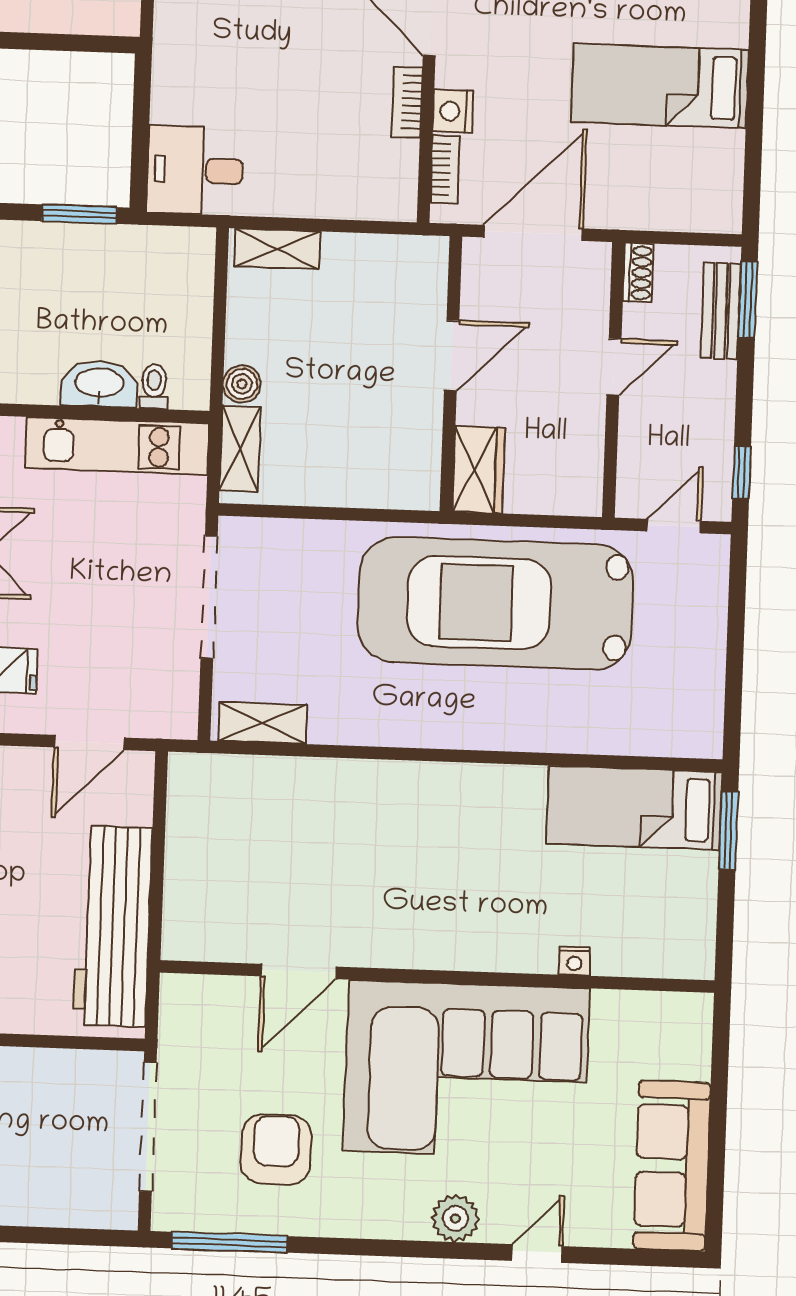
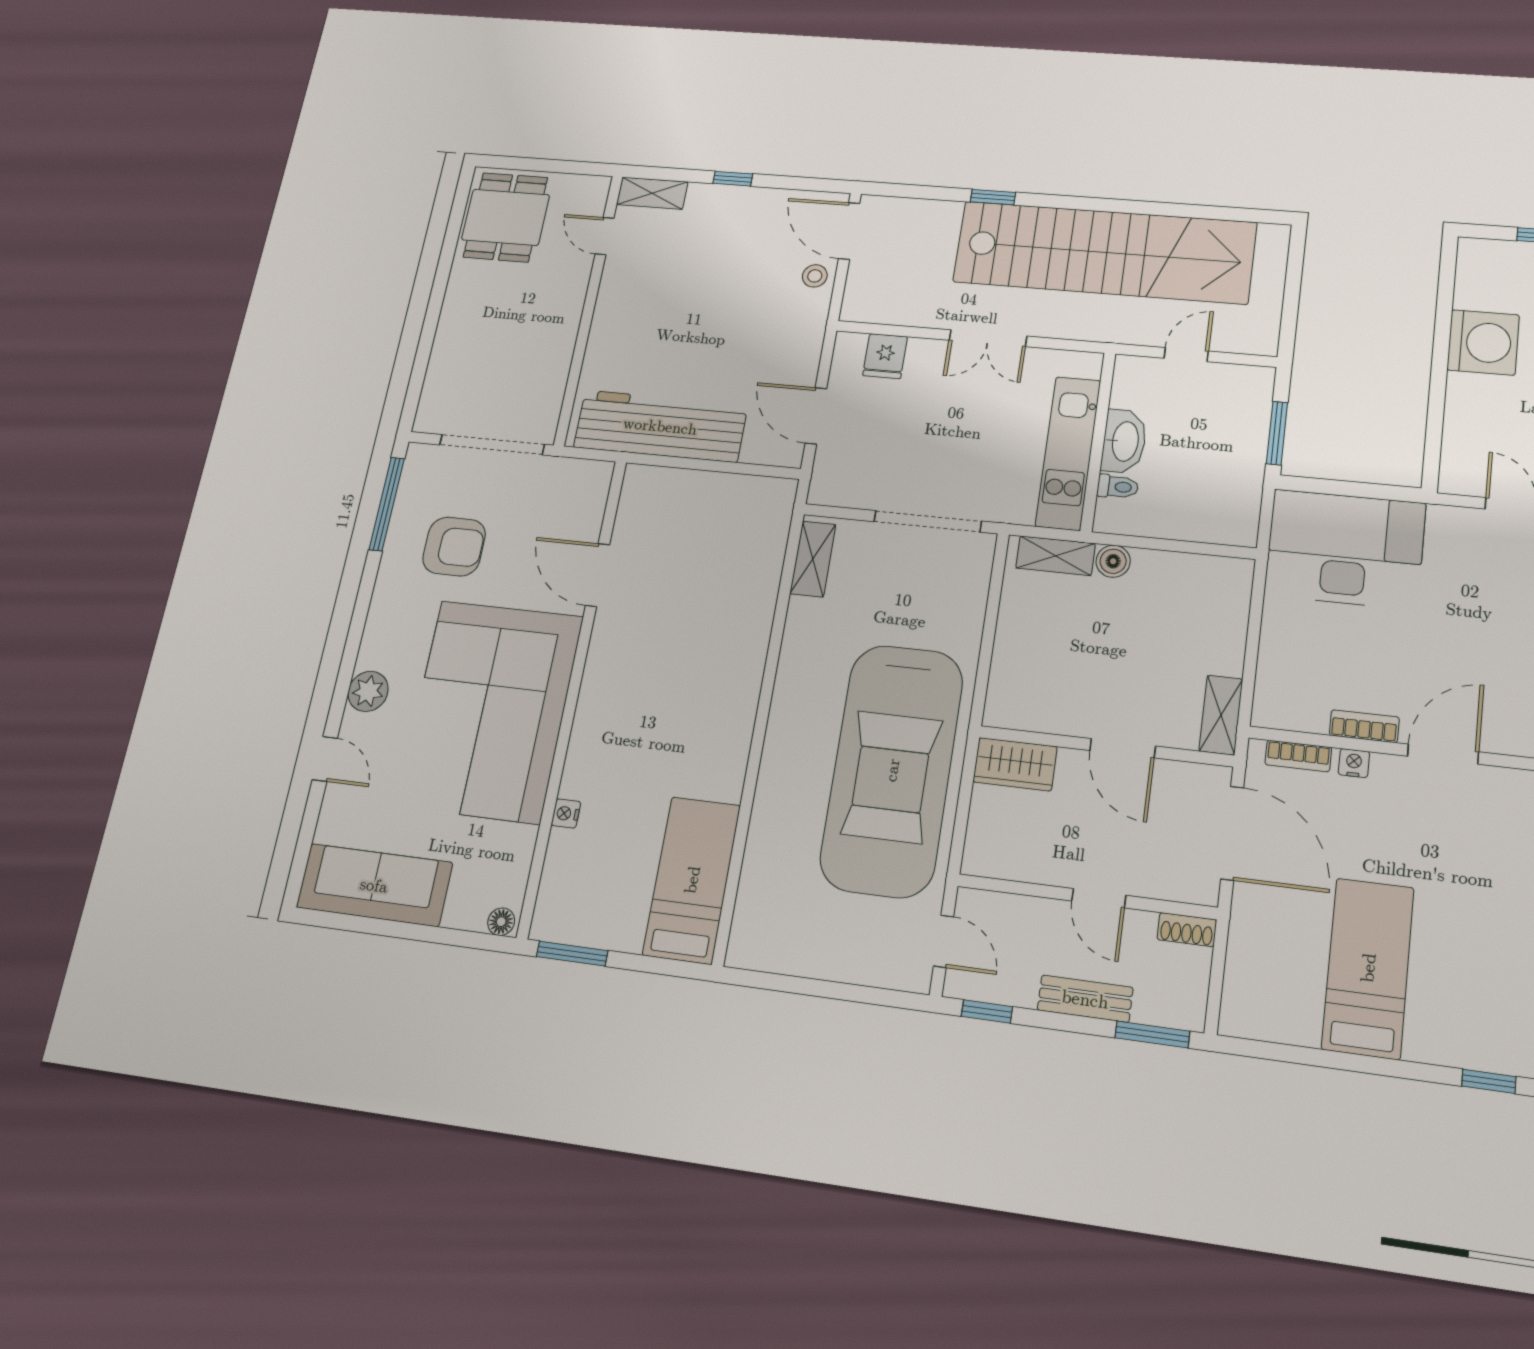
nightstand: (453, 111) -> (1354, 763), width x0.72, depth x0.74
desk: (195, 170) -> (1345, 549), width x1.87, depth x1.30
shelving: (277, 249) -> (1221, 715), moved
bench: (721, 311) -> (1085, 999), moved
car: (495, 603) -> (892, 770), turned 180
window: (728, 830) -> (572, 954), moved
floor lamp: (698, 1013) -> (501, 922), added

